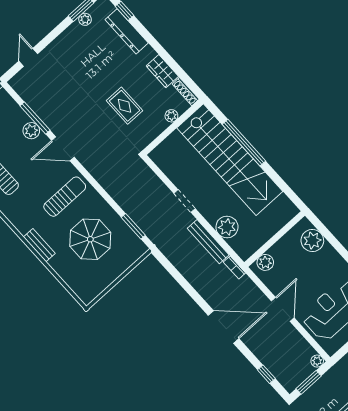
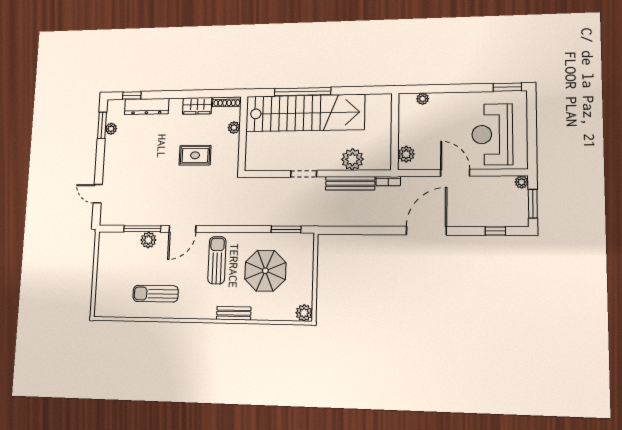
plant: (312, 240) -> (423, 99), width x0.53, depth x0.53
plant: (87, 295) -> (304, 313), added

